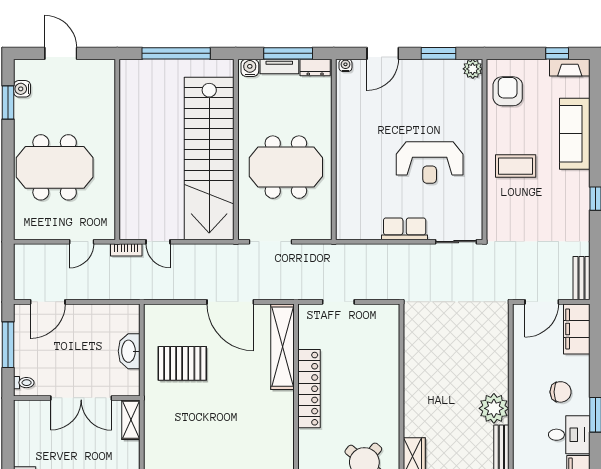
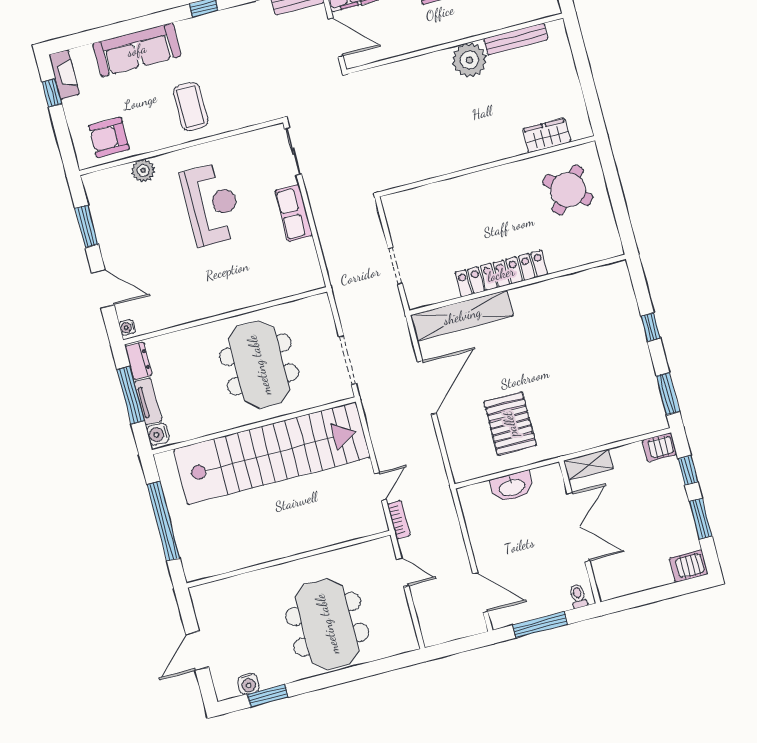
plant: (473, 69) -> (143, 170), moved

